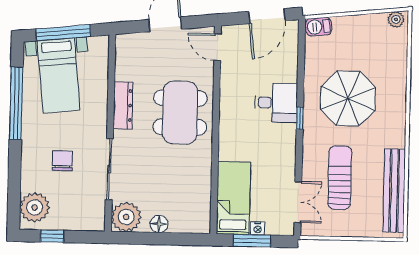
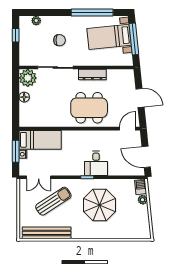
plant: (396, 19) -> (143, 200), moved
sun lounger: (340, 178) -> (53, 201), turned -33
plant: (35, 207) -> (36, 21), width x0.53, depth x0.53

